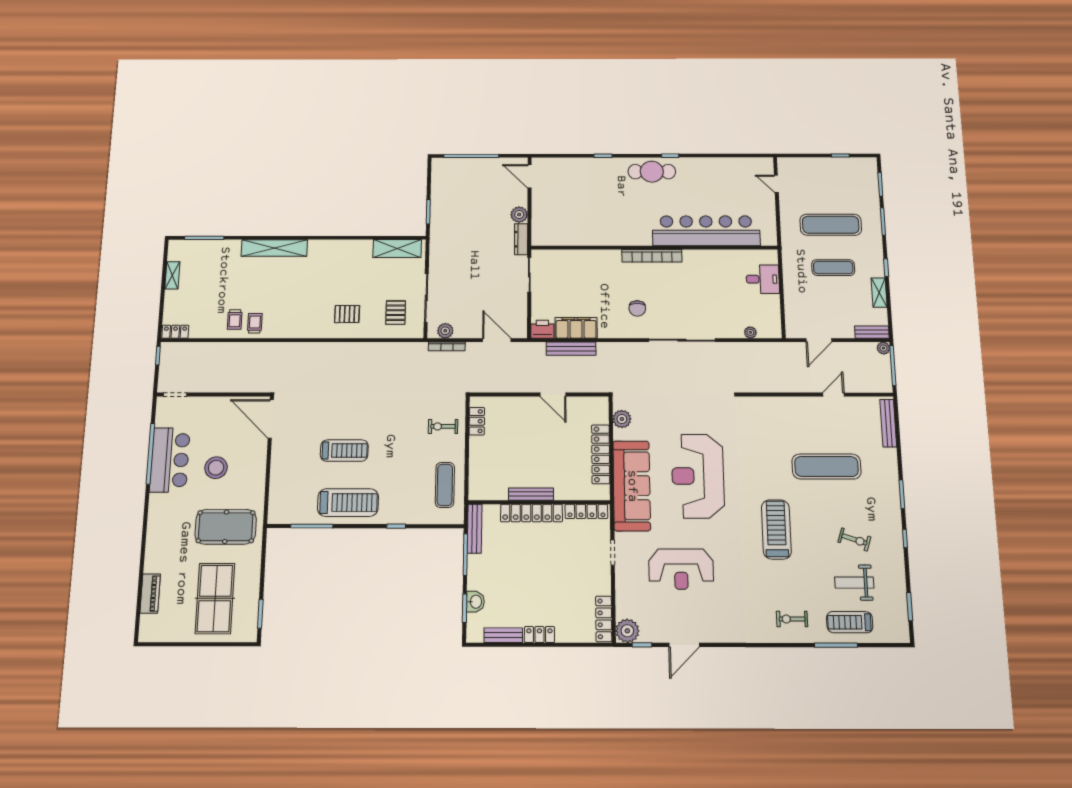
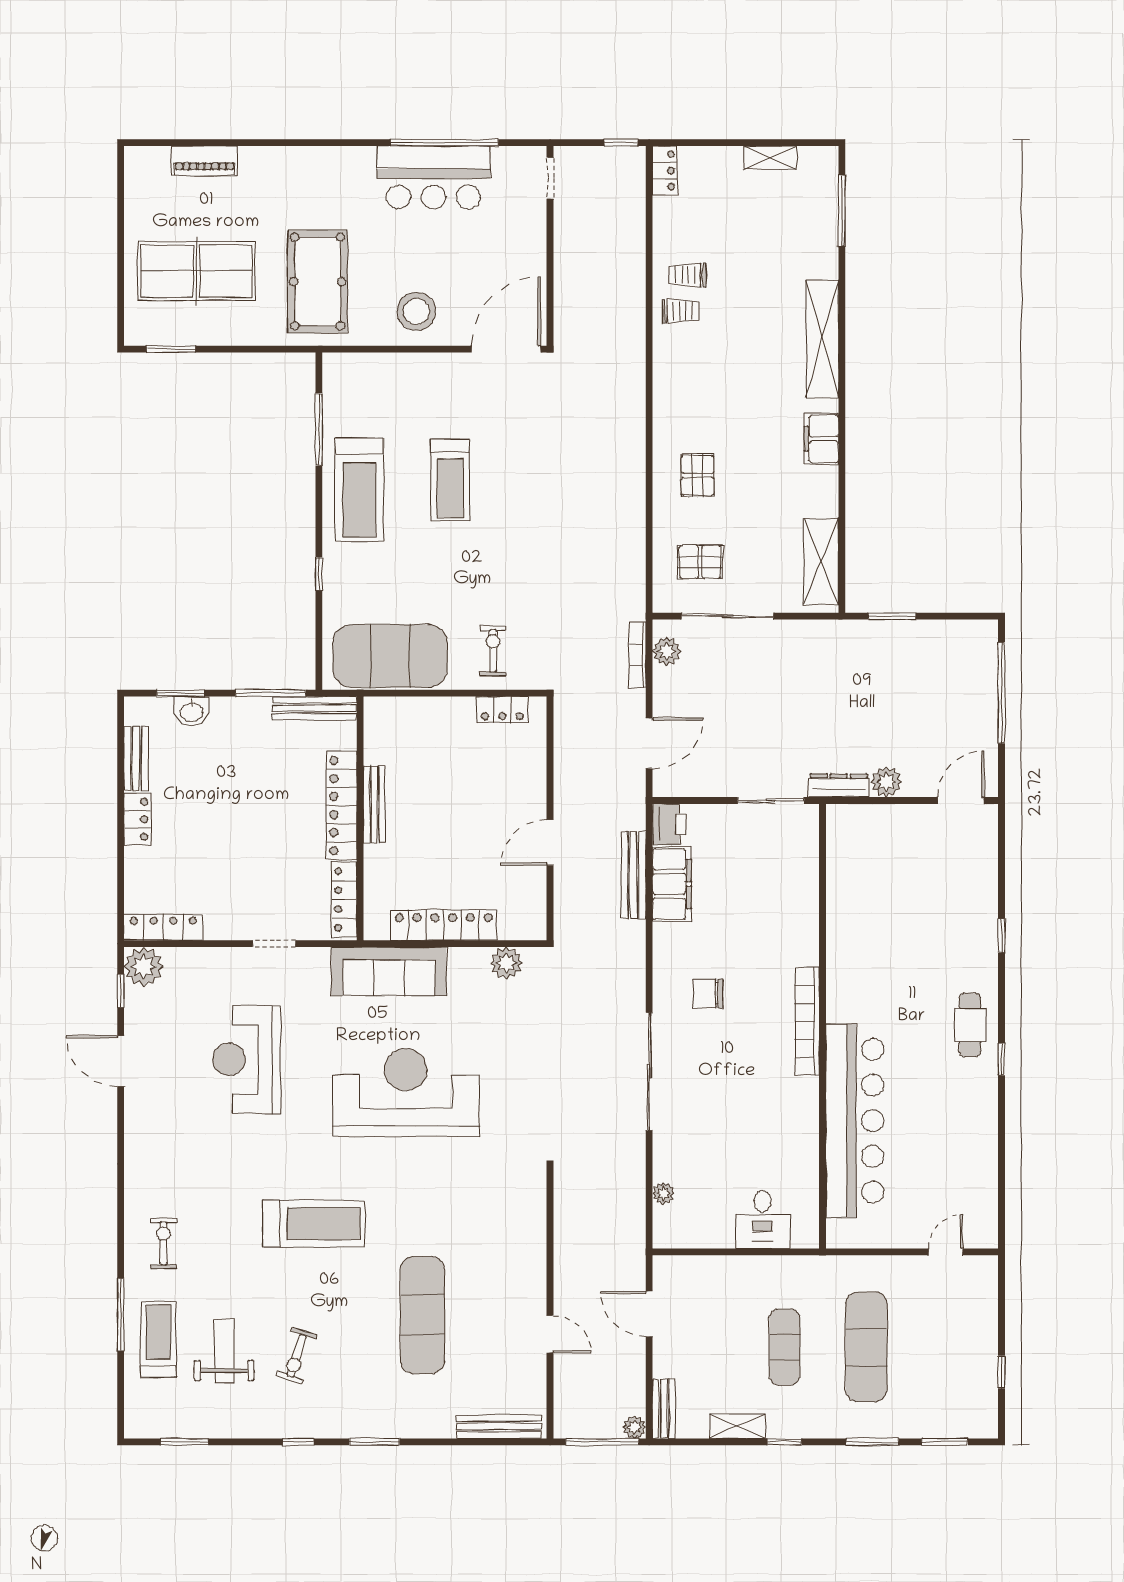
cafe table: (652, 172) -> (970, 1025), width x0.73, depth x0.74
filing cabinet: (330, 248) -> (821, 439), added
stool: (216, 468) -> (416, 311), moved
exercise mat: (445, 485) -> (390, 656), width x2.00, depth x1.45
sofa: (632, 486) -> (389, 971), width x0.74, depth x0.79

